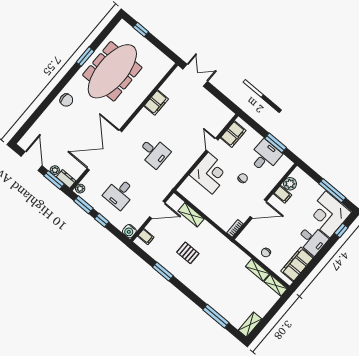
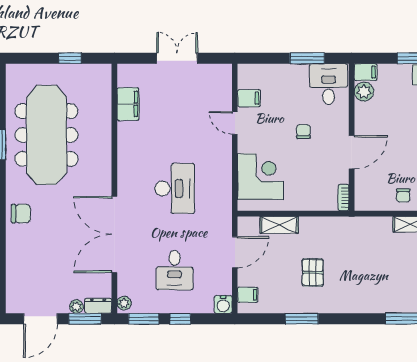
window: (141, 29) -> (70, 58), moved
double door: (195, 75) -> (177, 58), moved
filing cabinet: (156, 102) -> (128, 104), moved
filing cabinet: (233, 134) -> (249, 98), width x0.50
desk: (154, 152) -> (175, 188), width x1.37
desk: (265, 156) -> (329, 84), moved
door: (32, 161) -> (41, 319), swing flipped
corner desk: (210, 173) -> (260, 177), moved
filing cabinet: (283, 194) -> (366, 72), moved
pallet: (188, 253) -> (313, 272), turned 90

